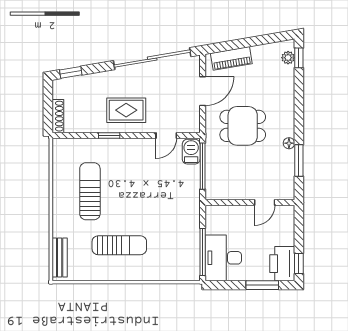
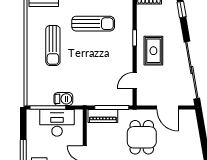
piano: (231, 58) -> (103, 116), moved, turned -80
door: (166, 135) -> (135, 80), hinge flipped
barbecue: (191, 152) -> (63, 99), moved
desk: (223, 258) -> (57, 123), moved

